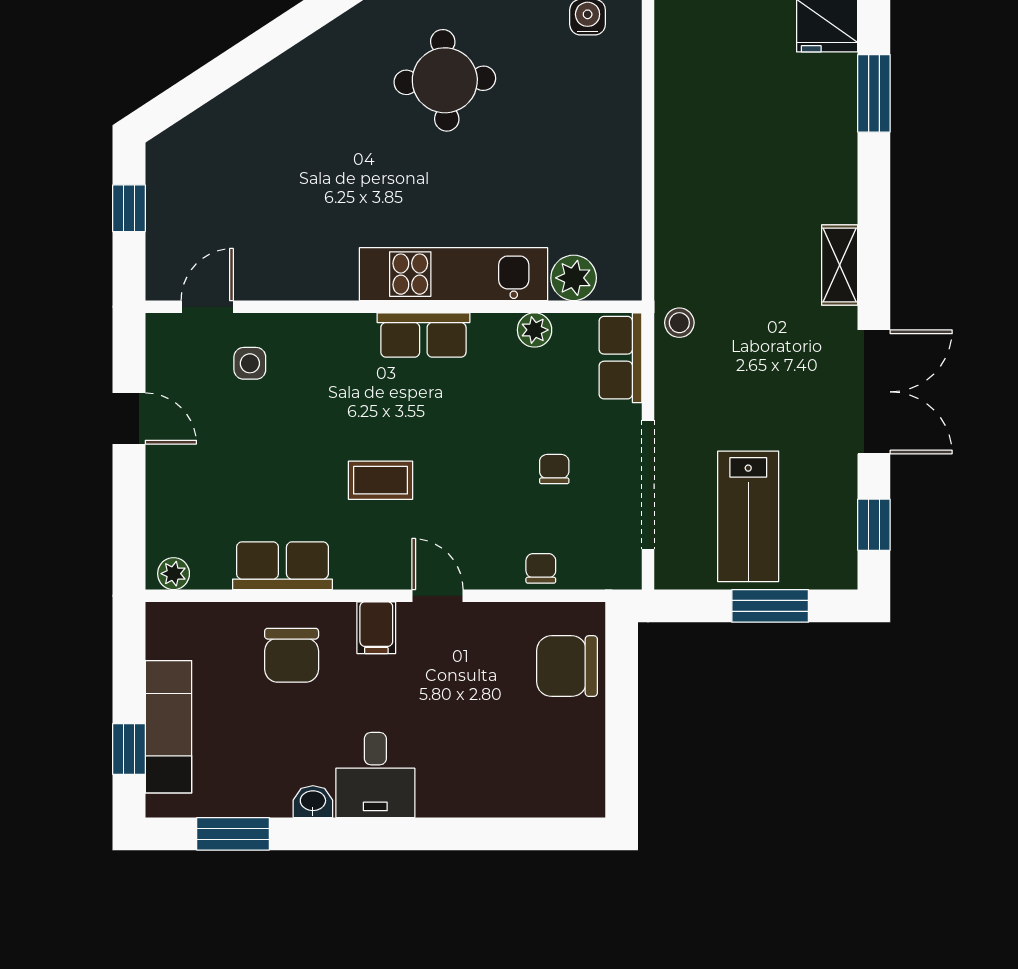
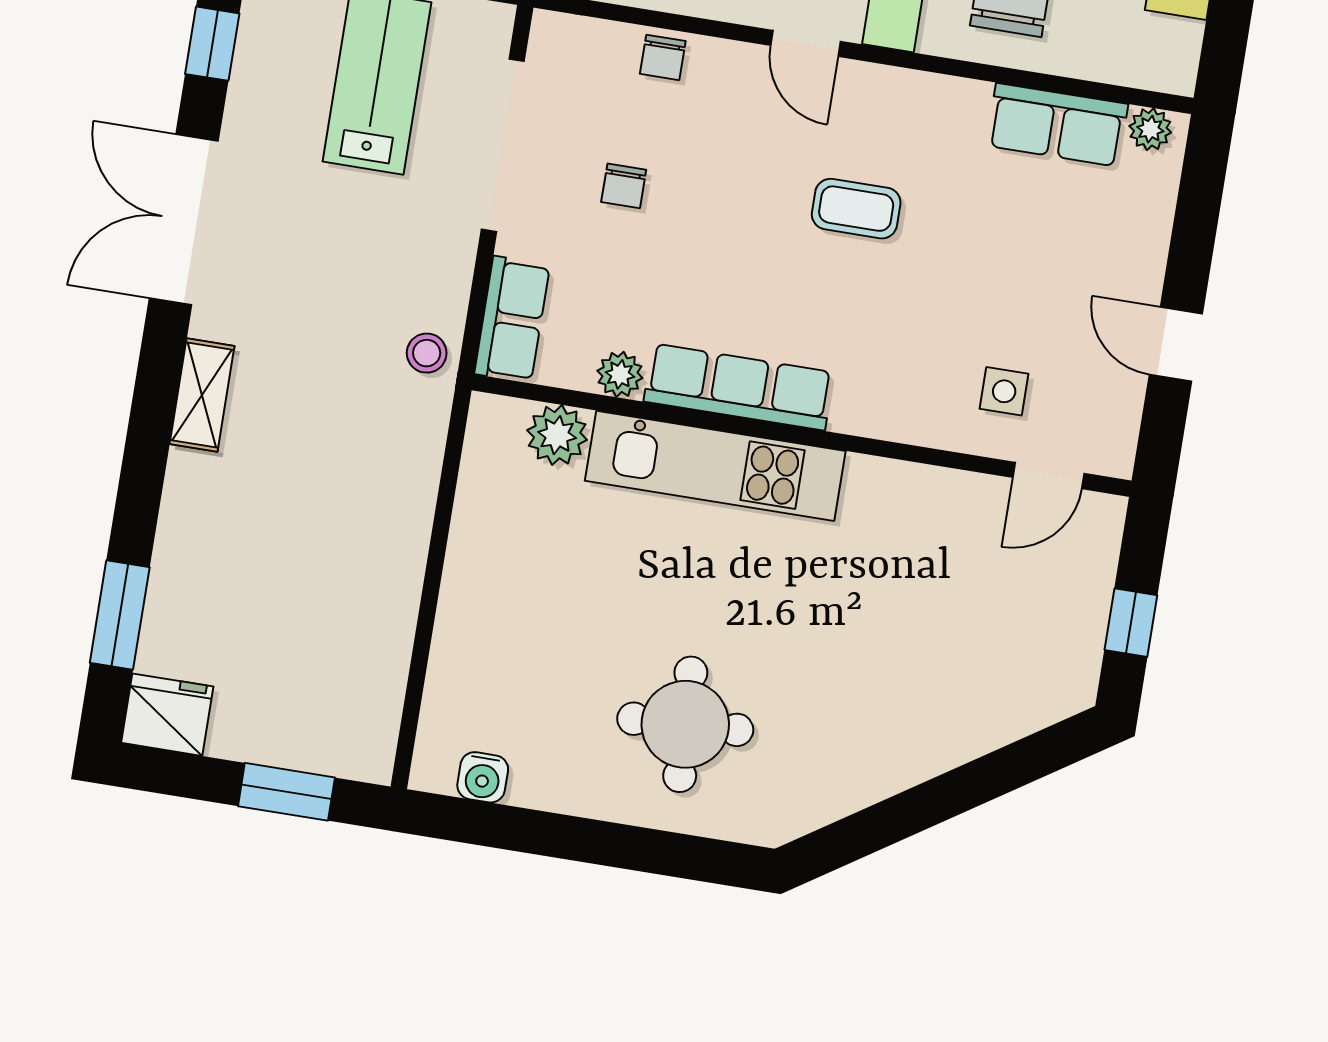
row of seats: (423, 335) -> (739, 387), width x1.48
row of seats: (282, 566) -> (1057, 125), moved

